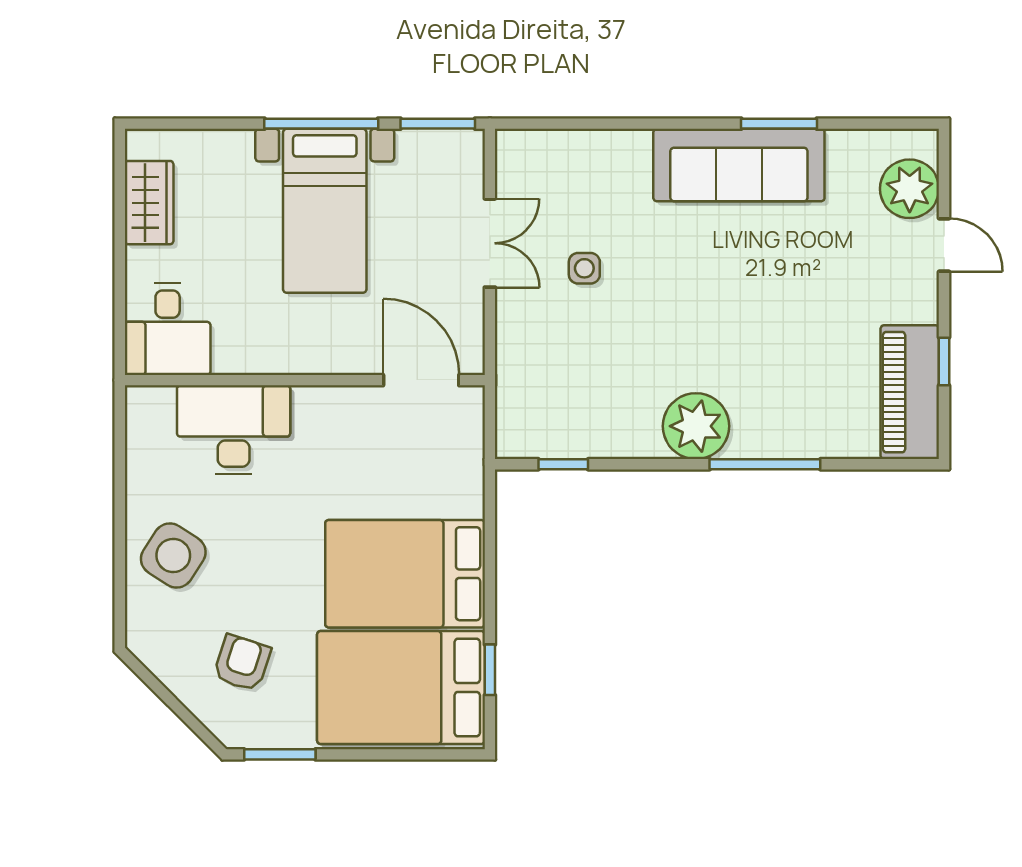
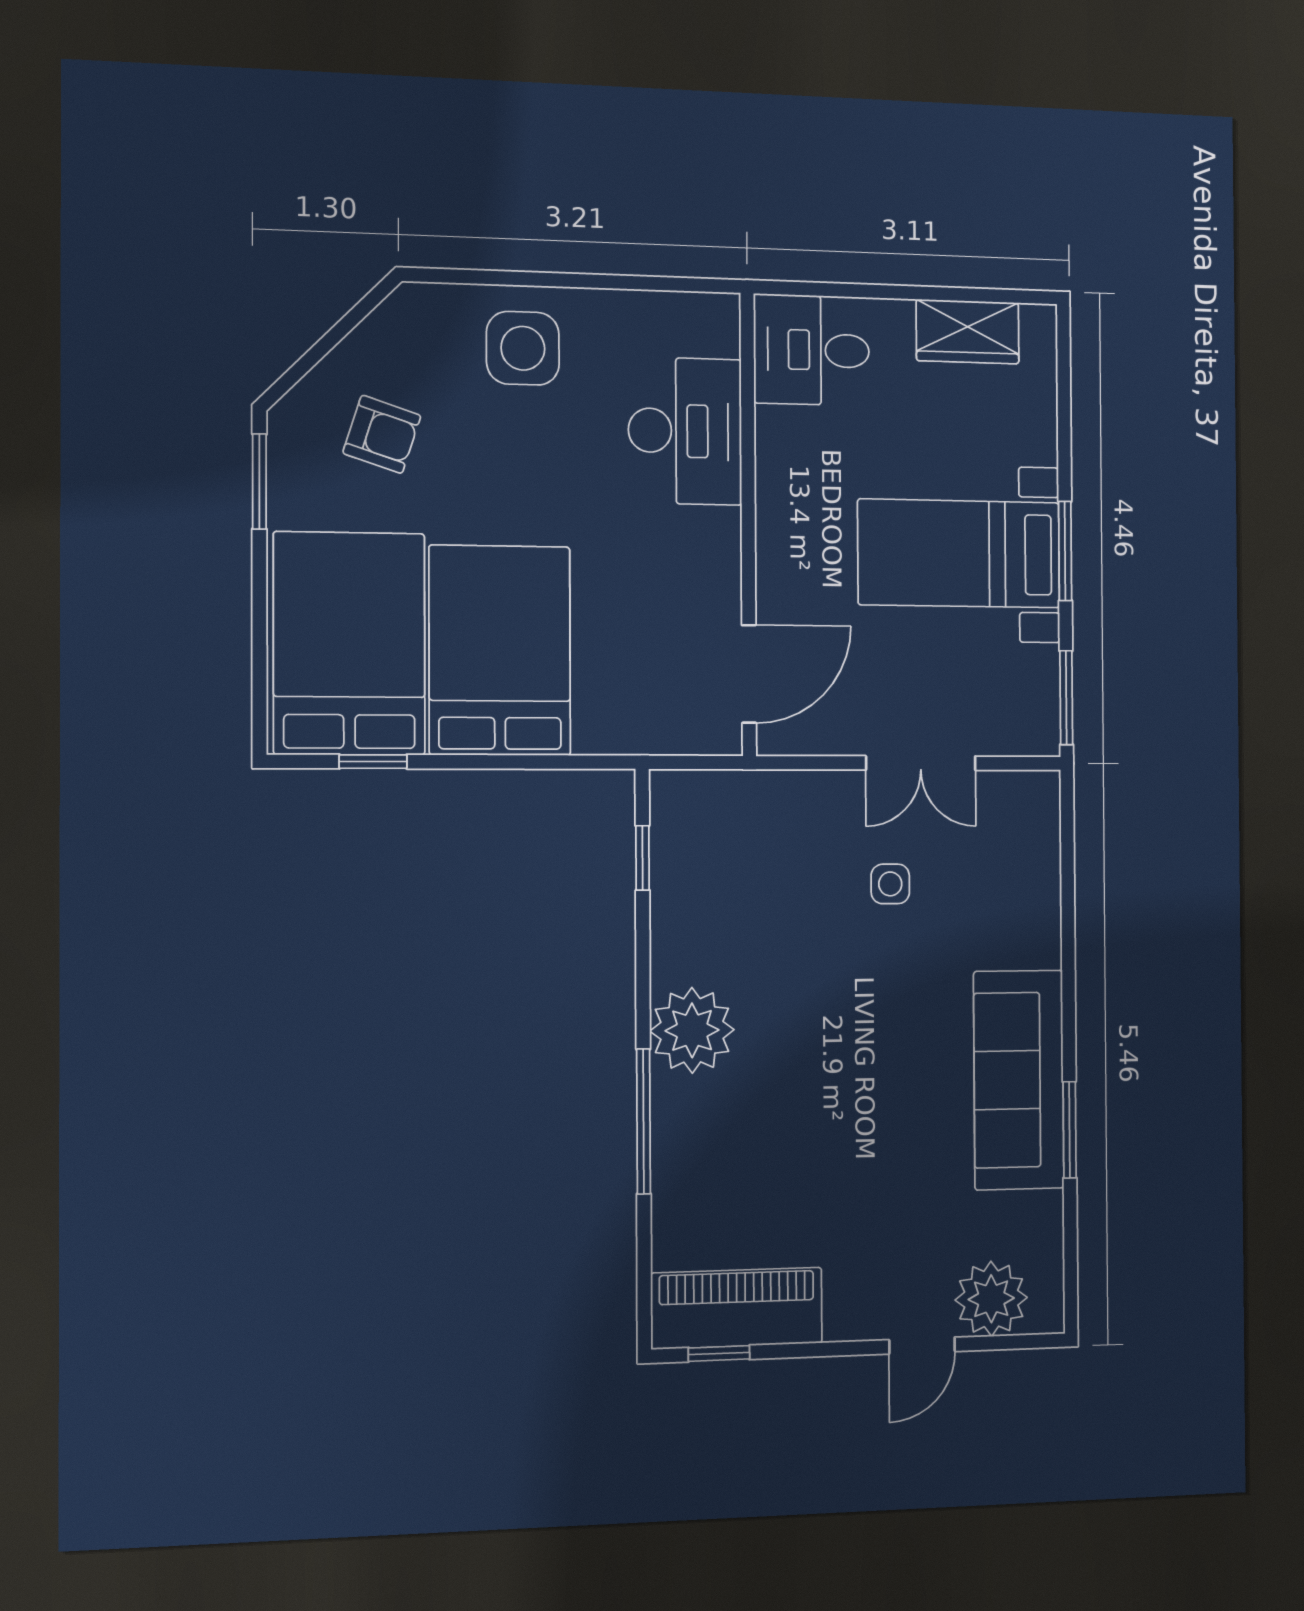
window: (321, 124) -> (1065, 551), width x0.69
window: (944, 361) -> (719, 1354), moved
side table: (173, 555) -> (523, 348), turned -33

